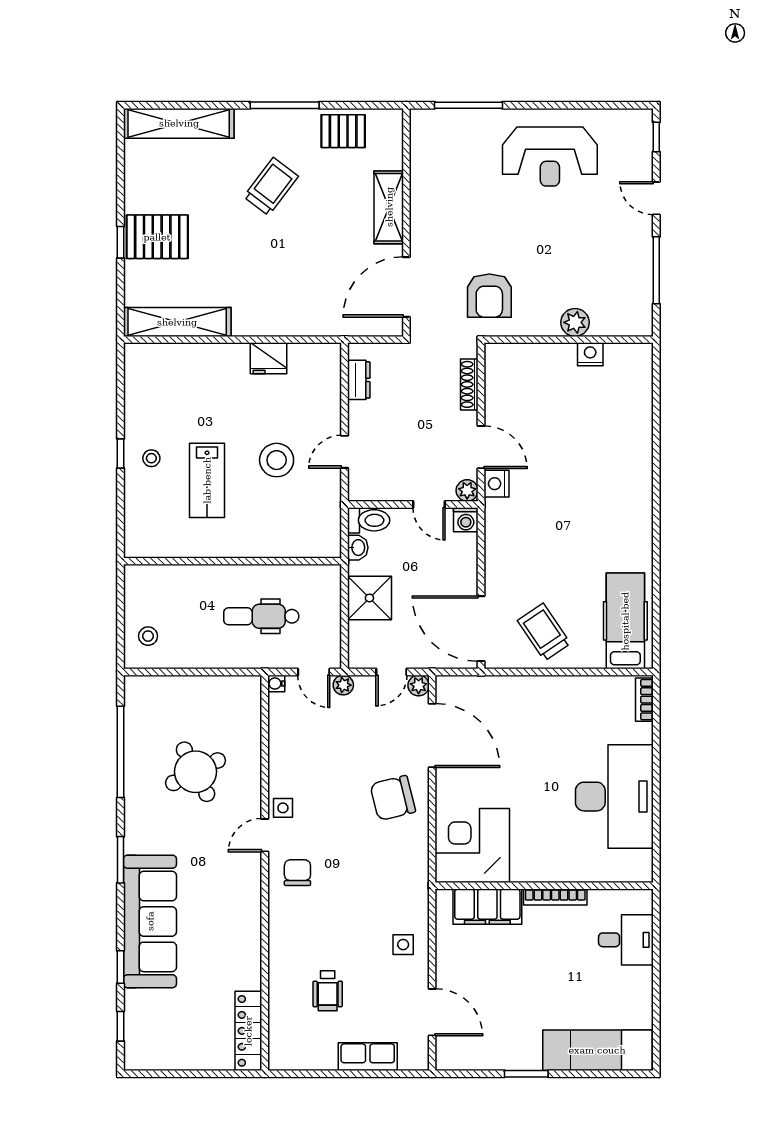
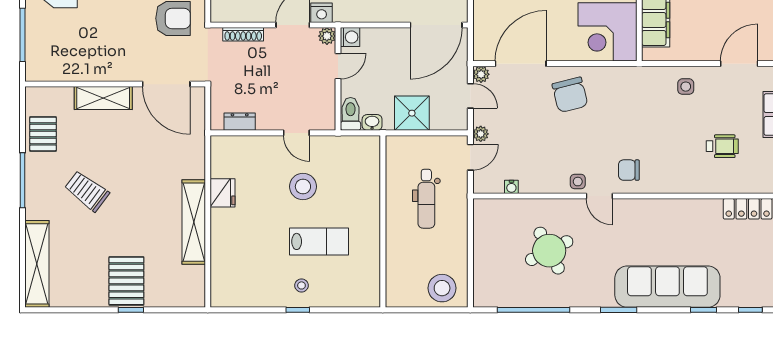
shelving: (177, 322) -> (194, 222), moved
stool: (148, 636) -> (442, 288), width x1.89, depth x1.89
water cooler: (276, 683) -> (511, 187), moved

